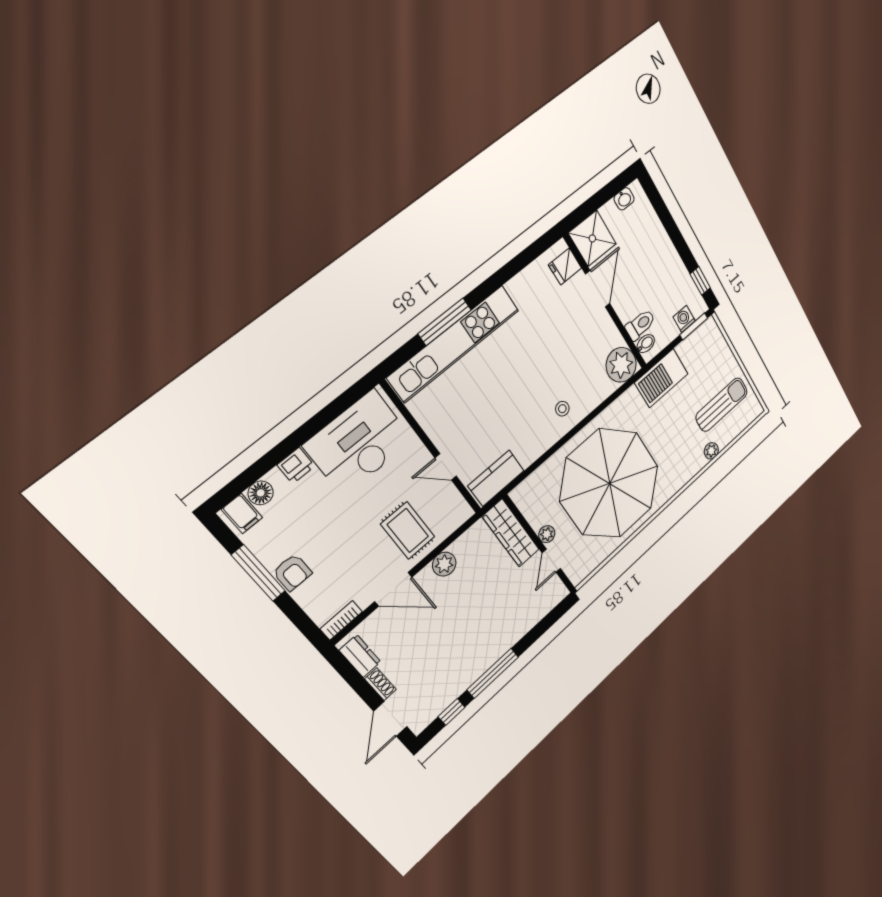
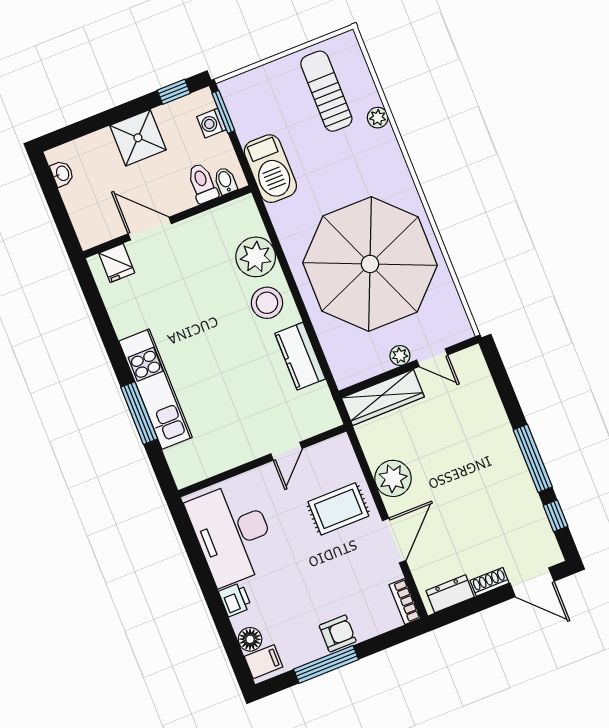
shower: (592, 238) -> (138, 138), moved
kitchen unit: (454, 344) -> (155, 389), width x0.73
plant: (621, 365) -> (256, 257), moved
stool: (562, 409) -> (267, 303), width x1.89, depth x1.89
kitchen counter: (496, 478) -> (300, 356), moved
plant: (444, 564) -> (393, 478), width x1.36, depth x1.36

